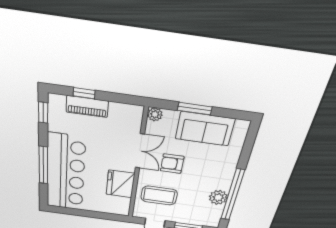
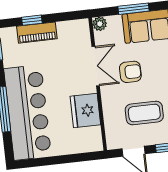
armchair: (172, 164) -> (130, 72), turned 180
coffee table: (159, 196) -> (144, 113), moved

